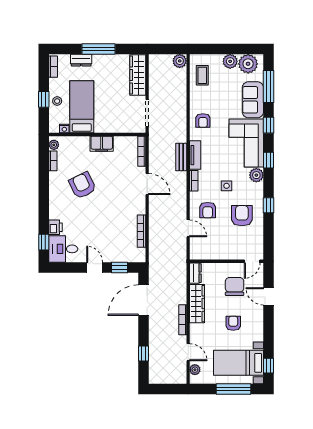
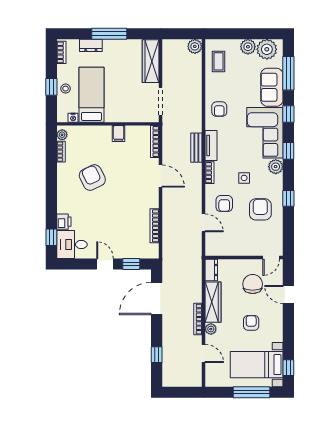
filing cabinet: (102, 144) -> (119, 134), width x0.50
plant: (195, 370) -> (211, 329), moved

